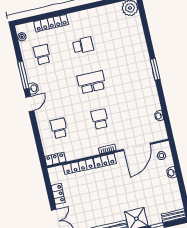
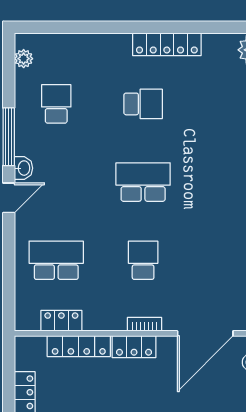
locker: (51, 23) -> (167, 44), moved
school desk: (59, 128) -> (56, 260), width x1.85
locker: (55, 159) -> (61, 321), moved

